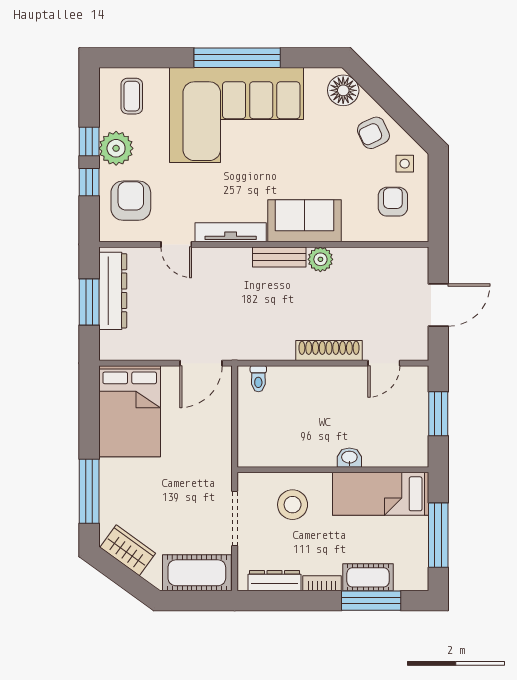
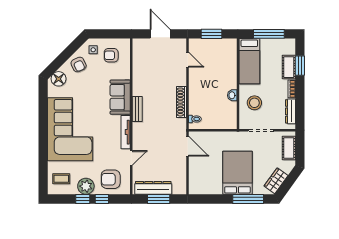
window: (237, 58) -> (43, 129), removed
plant: (320, 259) -> (138, 90), removed
shoe rack: (329, 350) -> (182, 102), moved
bed: (130, 411) -> (237, 173), moved, turned -90
washbasin: (349, 458) -> (232, 95), moved
cot: (197, 573) -> (289, 148), width x0.73, depth x0.75
window: (371, 601) -> (300, 66), width x0.69

